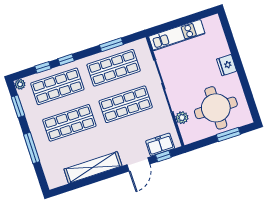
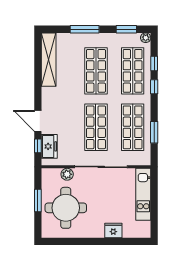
fridge: (227, 65) -> (113, 230), moved
window: (228, 135) -> (38, 200), moved
shelving: (93, 167) -> (49, 60), moved

